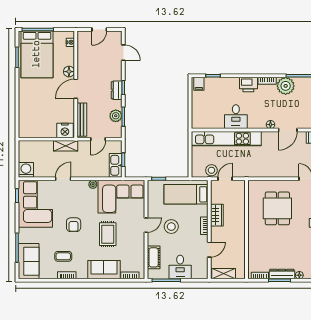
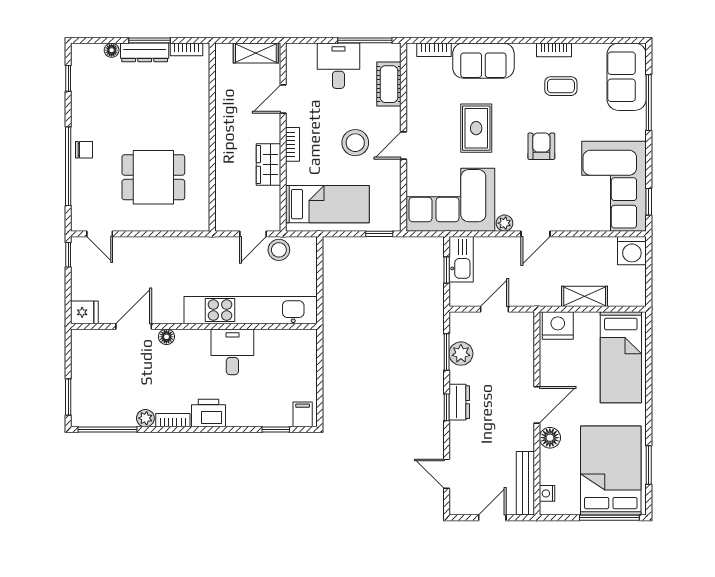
plant: (286, 86) -> (145, 418), width x0.53, depth x0.53
bed: (32, 114) -> (621, 357), added
bench: (82, 120) -> (525, 483), moved
shelving: (66, 146) -> (585, 296), moved
door: (63, 179) -> (535, 234), moved
dining table: (277, 208) -> (153, 177), turned 90

